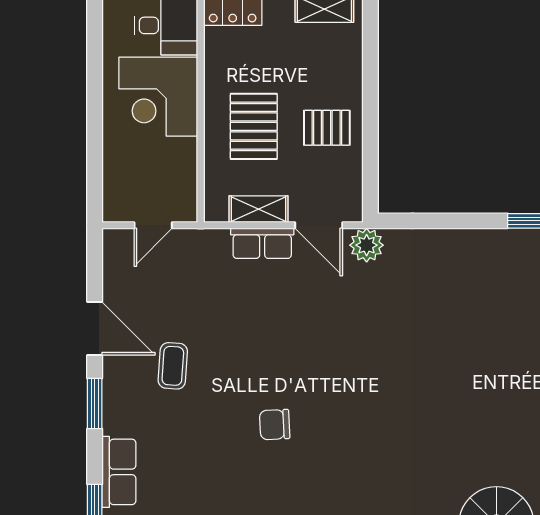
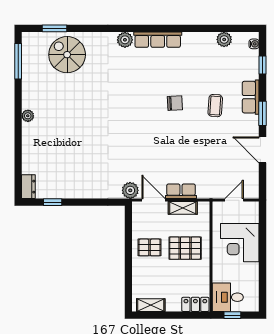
corner desk: (158, 97) -> (240, 243), moved, turned 180
pallet: (254, 126) -> (185, 248), turned 90
coffee table: (173, 366) -> (215, 106), moved
row of seats: (119, 472) -> (251, 97), moved

